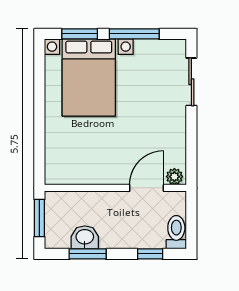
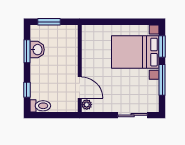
plant: (174, 177) -> (87, 105), moved
wall: (115, 188) -> (80, 68), moved
door: (147, 188) -> (80, 88), moved

